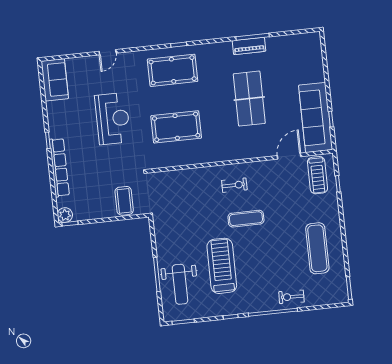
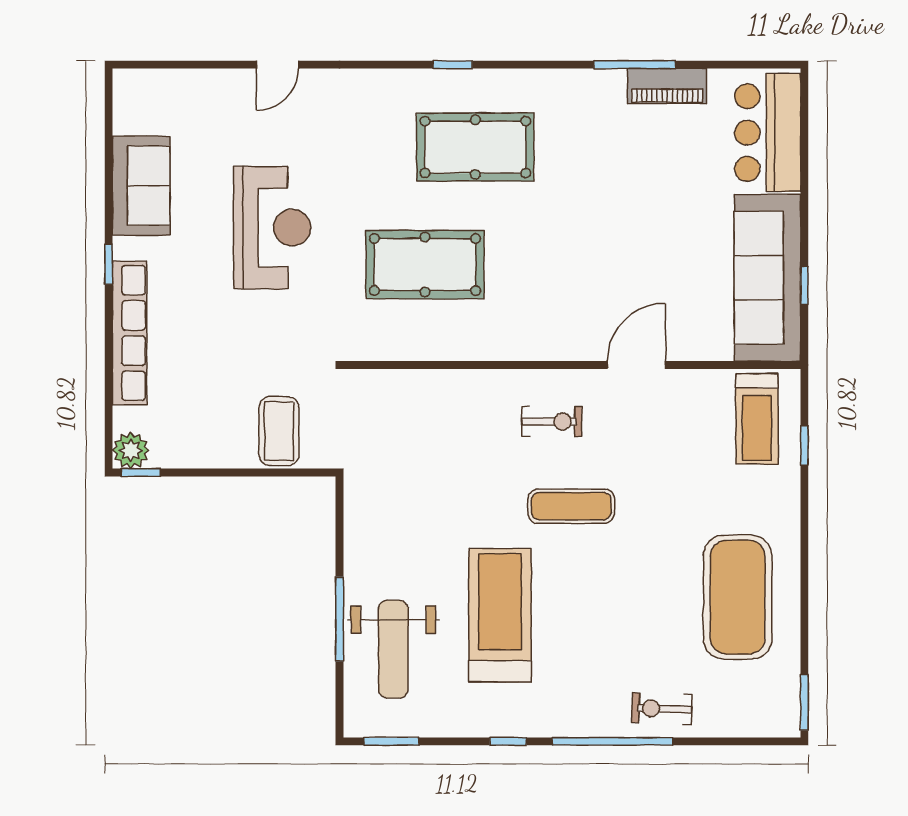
piano: (249, 46) -> (667, 86), moved
bar counter: (309, 59) -> (768, 133), added
pool table: (173, 70) -> (475, 147), moved
sofa: (55, 80) -> (141, 186), moved
table tennis table: (249, 99) -> (611, 214), removed
door: (289, 156) -> (637, 365), moved
exercise mat: (317, 248) -> (738, 597), width x1.47

